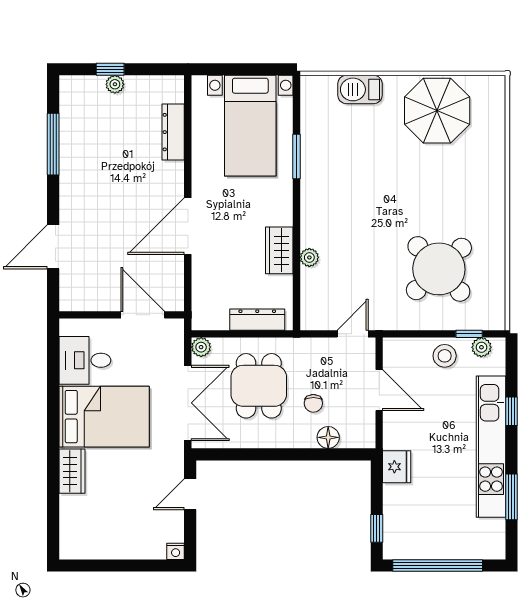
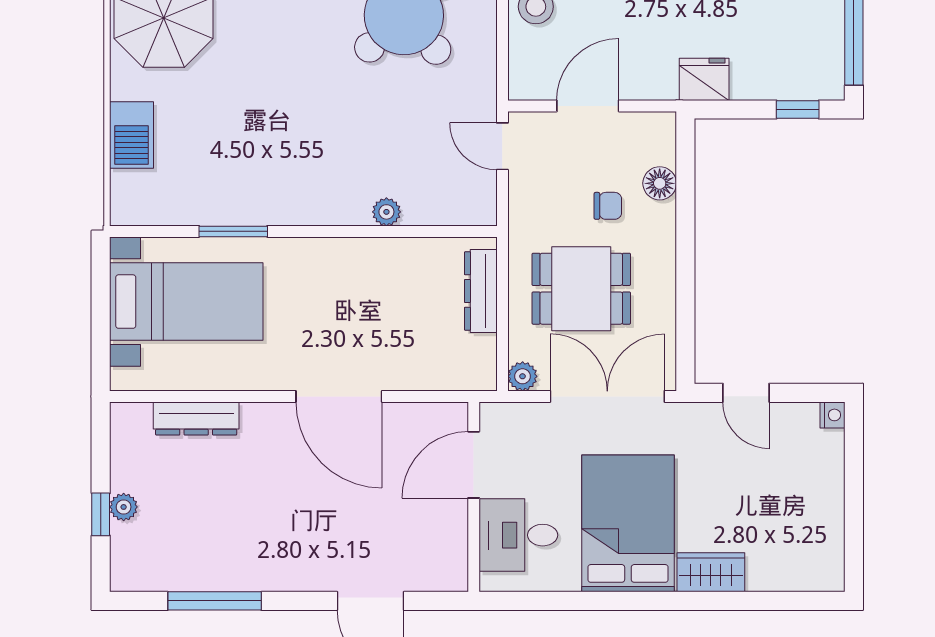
wardrobe: (279, 250) -> (376, 257), removed
desk: (85, 360) -> (518, 535), moved, turned 90

